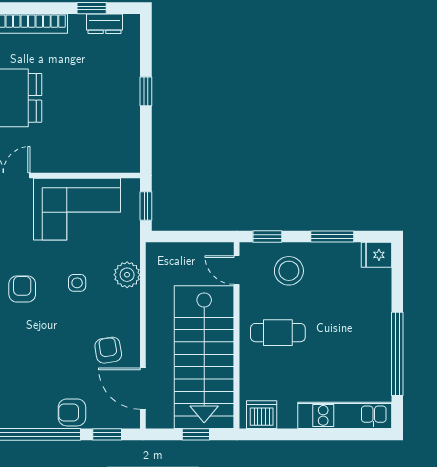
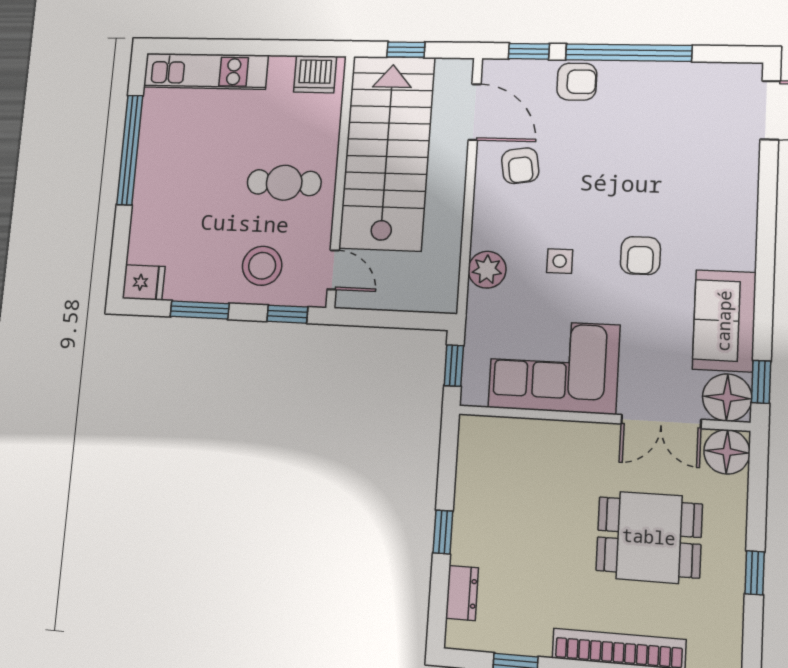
dresser: (105, 24) -> (462, 593), moved, turned 90

